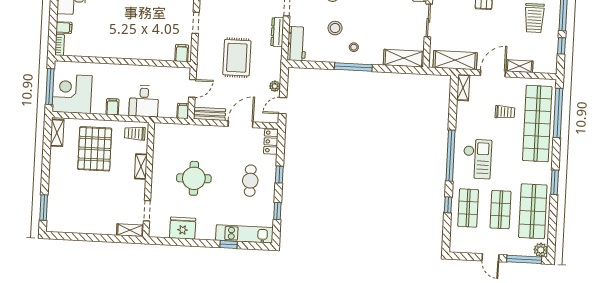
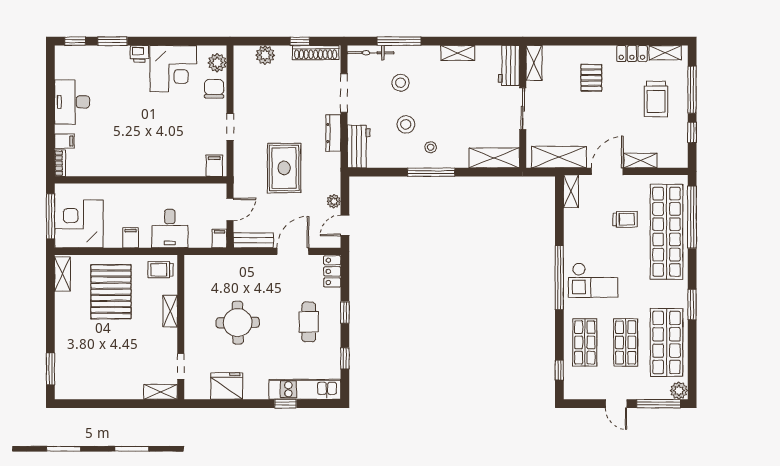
checkout: (477, 159) -> (593, 280), turned 90
window: (448, 205) -> (559, 370), moved

